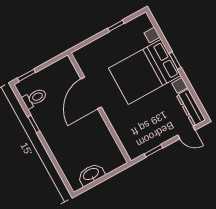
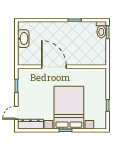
door: (91, 93) -> (54, 67), moved
toilet: (35, 98) -> (101, 30), moved

